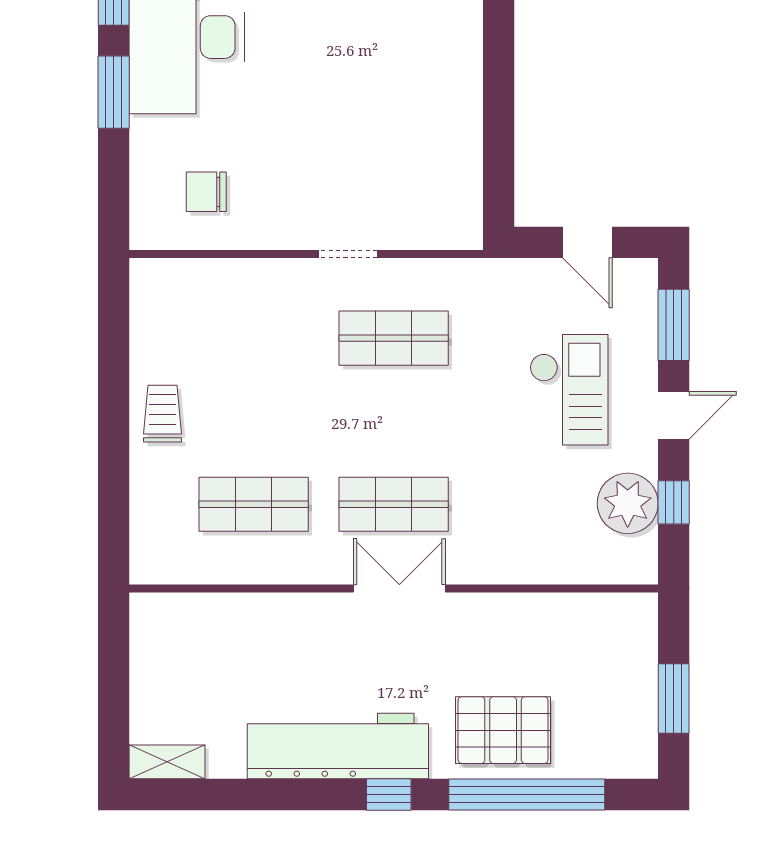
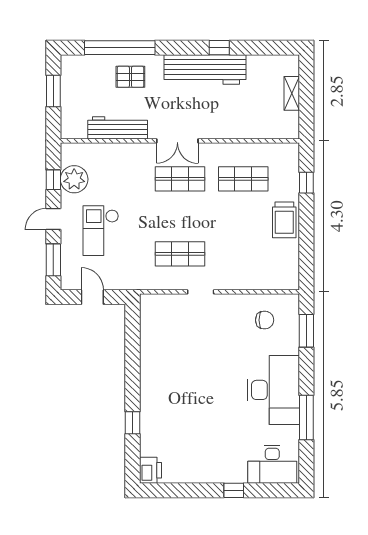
window: (114, 92) -> (306, 331), moved
trolley: (163, 414) -> (284, 220), width x1.36, depth x1.39
window: (114, 496) -> (306, 183), added
workbench: (531, 617) -> (118, 128), added
pallet: (503, 730) -> (130, 77), width x0.67, depth x0.71
shelving: (167, 762) -> (292, 93), moved, turned 90
window: (389, 795) -> (219, 48), moved

